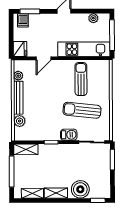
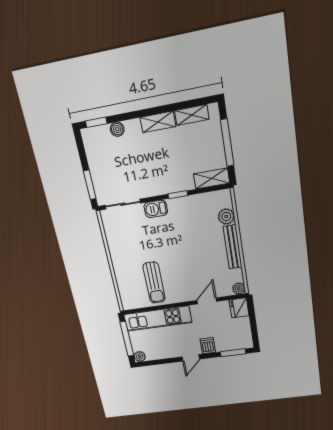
plant: (93, 18) -> (140, 357), moved
dishwasher: (23, 20) -> (208, 346), moved
plant: (18, 76) -> (239, 289), moved
sun lounger: (82, 110) -> (145, 244), removed
boiler: (80, 189) -> (117, 129), width x0.54, depth x0.54

